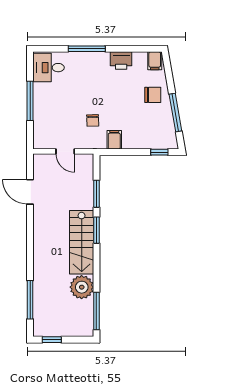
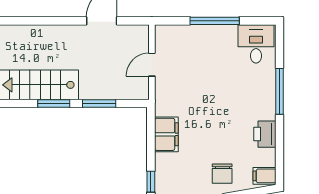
chair: (93, 120) -> (190, 99), removed
filing cabinet: (114, 140) -> (166, 134), width x2.00

